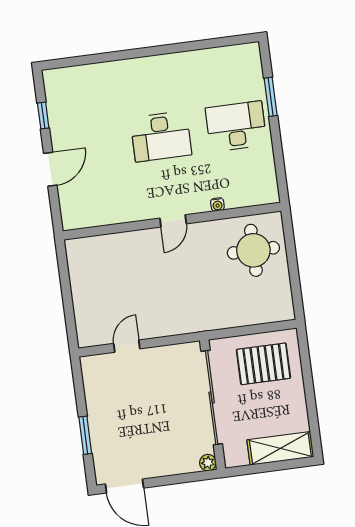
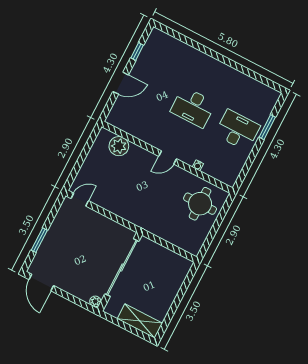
plant: (102, 249) -> (119, 146), added
door: (127, 346) -> (80, 200), moved
pallet: (263, 364) -> (163, 269), removed

